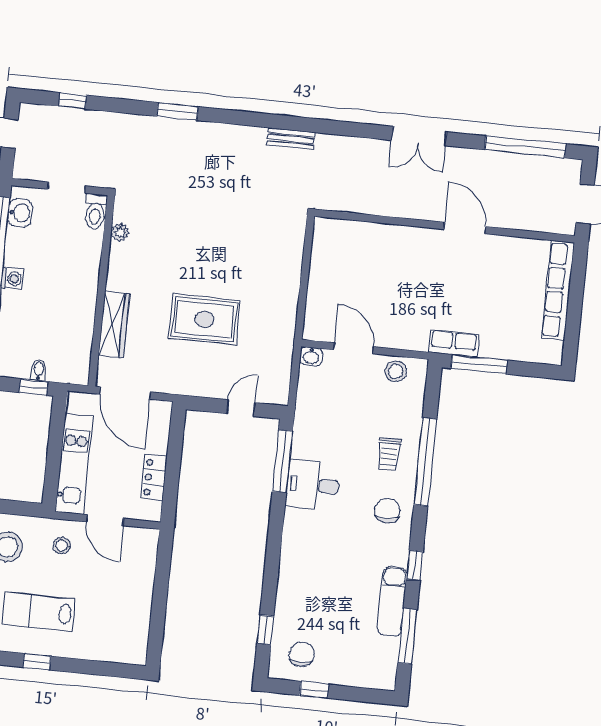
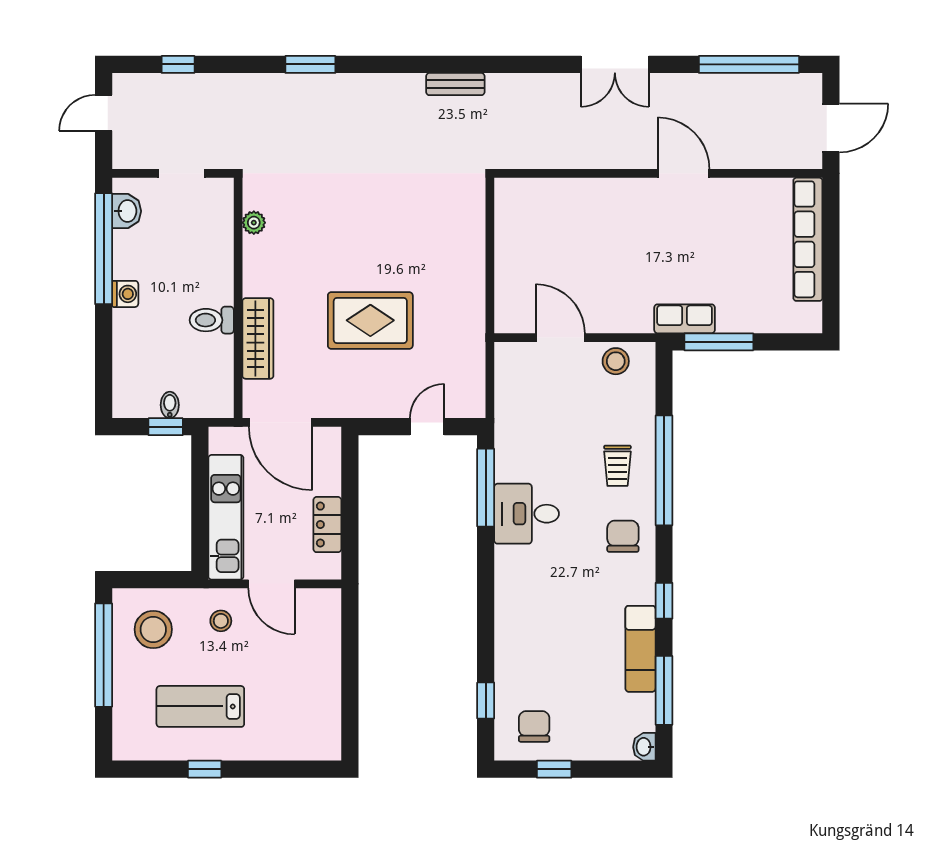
toilet: (95, 212) -> (212, 320), moved, turned 90
washbasin: (311, 356) -> (644, 747), moved, turned 90

